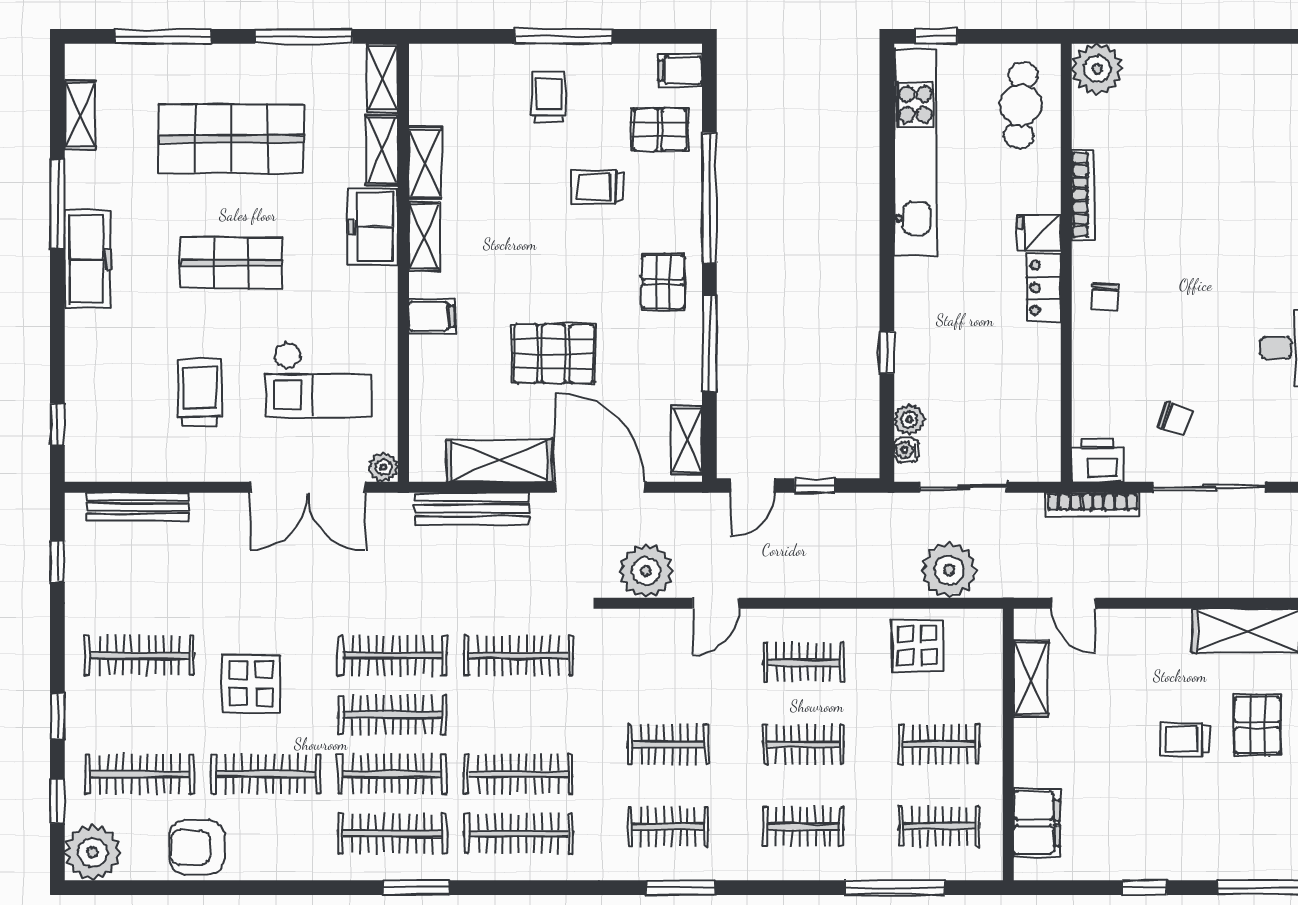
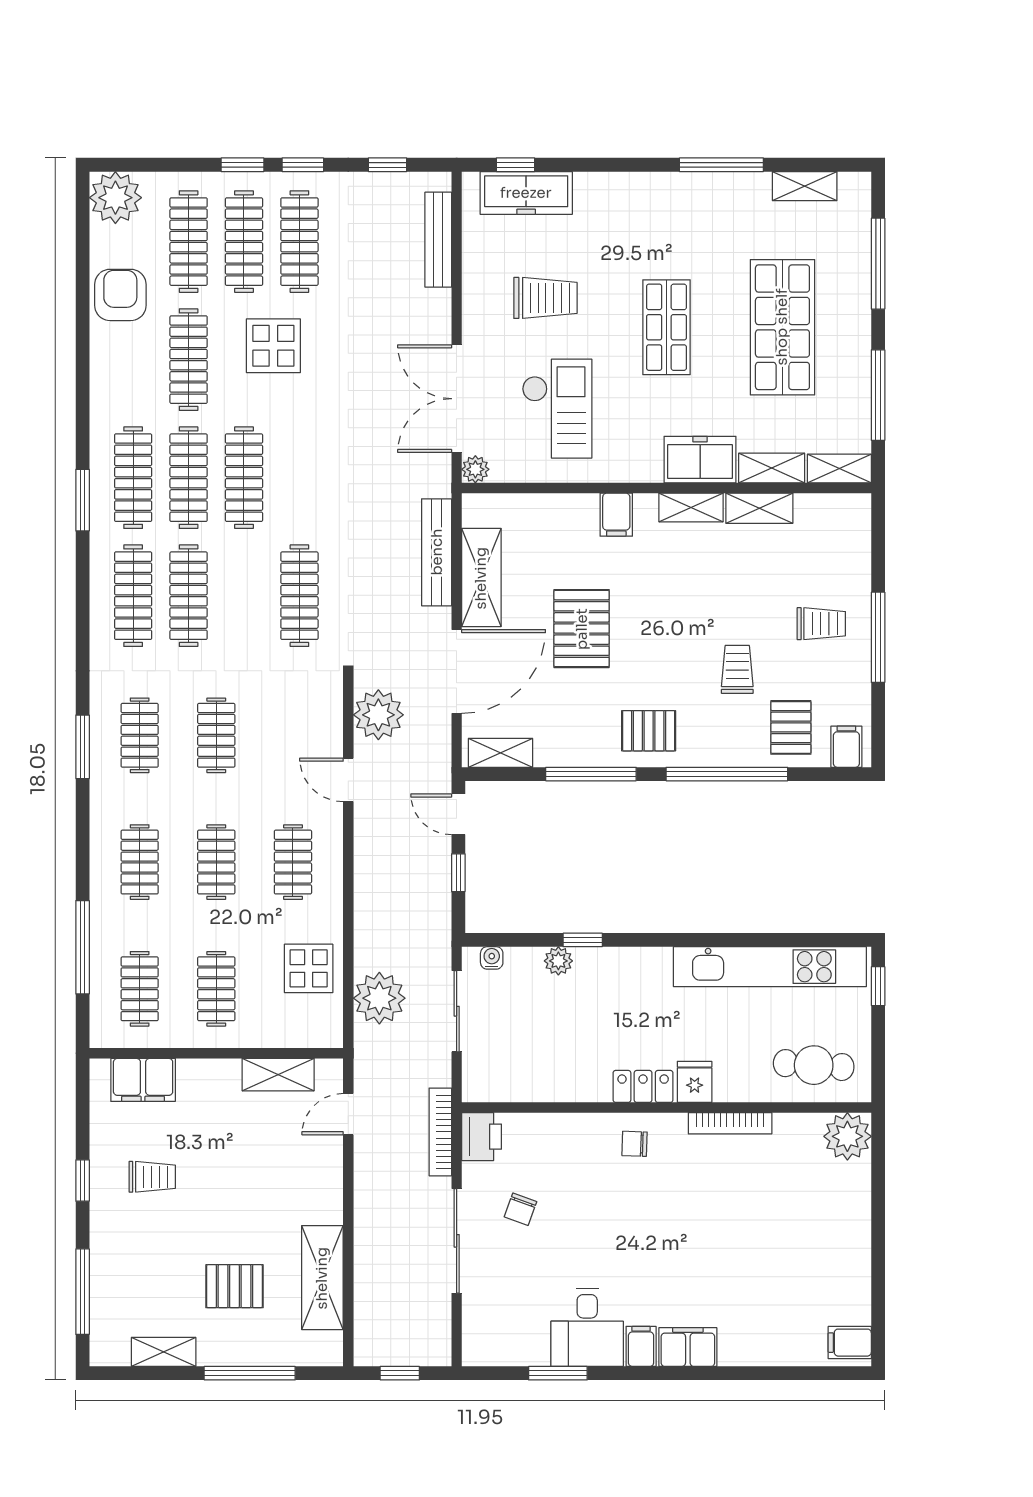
freezer: (88, 259) -> (526, 193), moved
checkout: (318, 380) -> (557, 409), turned 180
plant: (909, 420) -> (558, 961), moved
clothes rail: (392, 655) -> (244, 242), moved
trolley: (1185, 740) -> (152, 1177), moved, turned 90
window: (57, 801) -> (303, 165), moved

